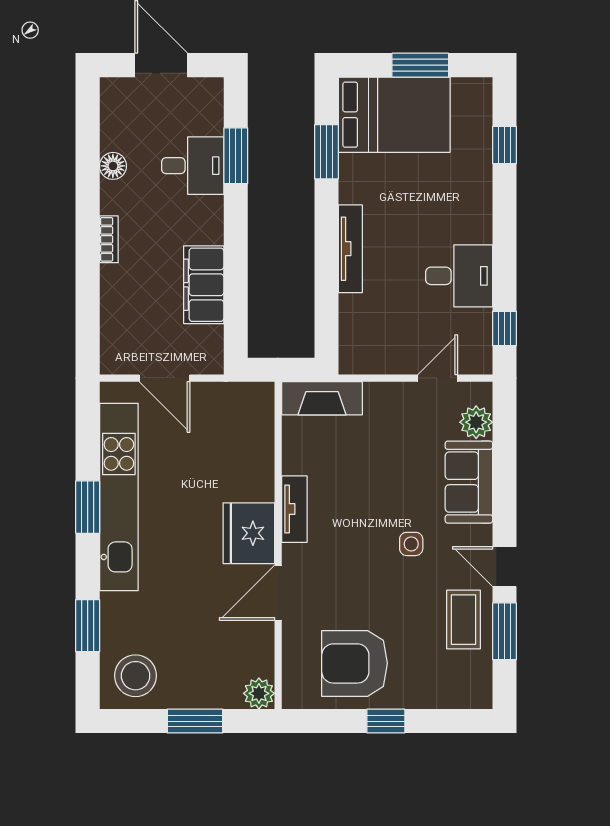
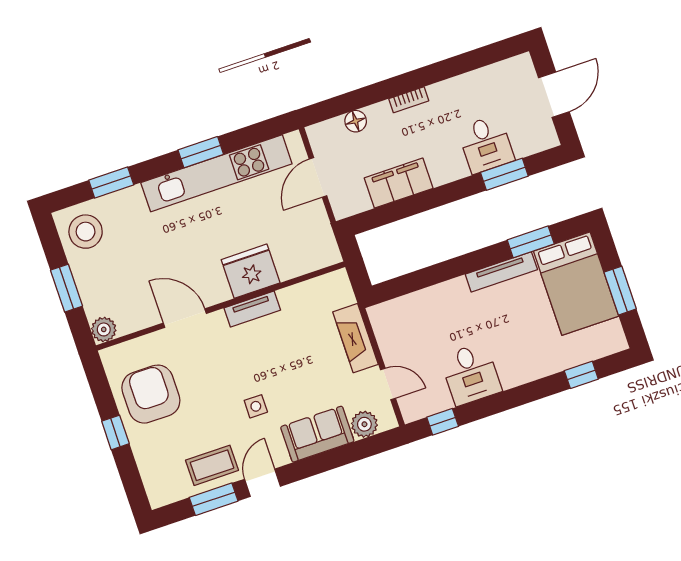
floor lamp: (113, 166) -> (356, 121), moved
tv unit: (350, 249) -> (501, 272), moved
fireplace: (322, 398) -> (355, 338), moved
fridge: (249, 533) -> (251, 271), moved

